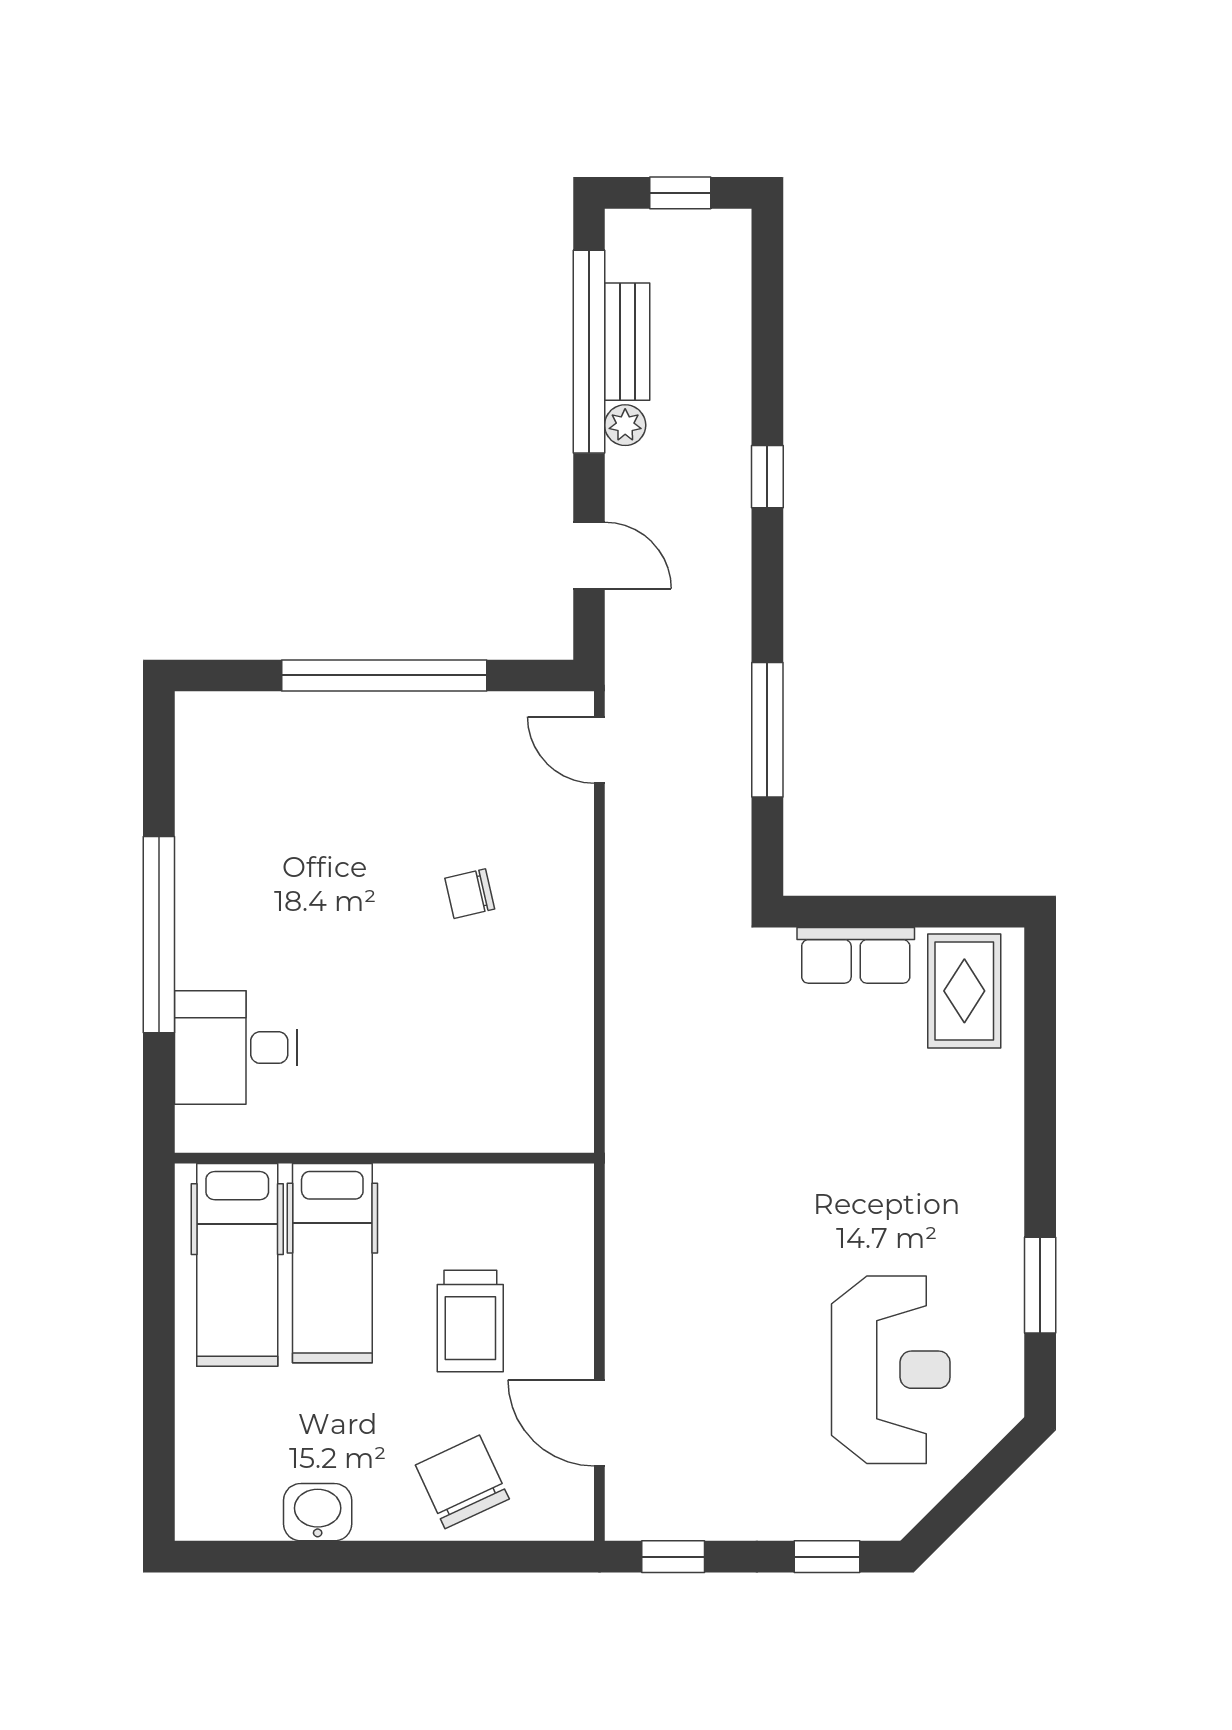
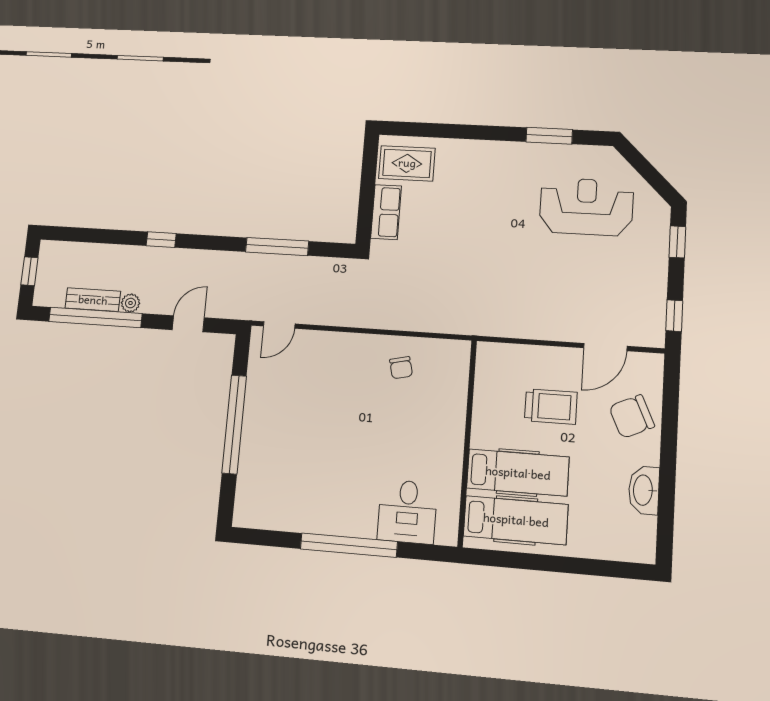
chair: (470, 894) -> (401, 368), moved
washbasin: (318, 1512) -> (644, 490), width x1.38

